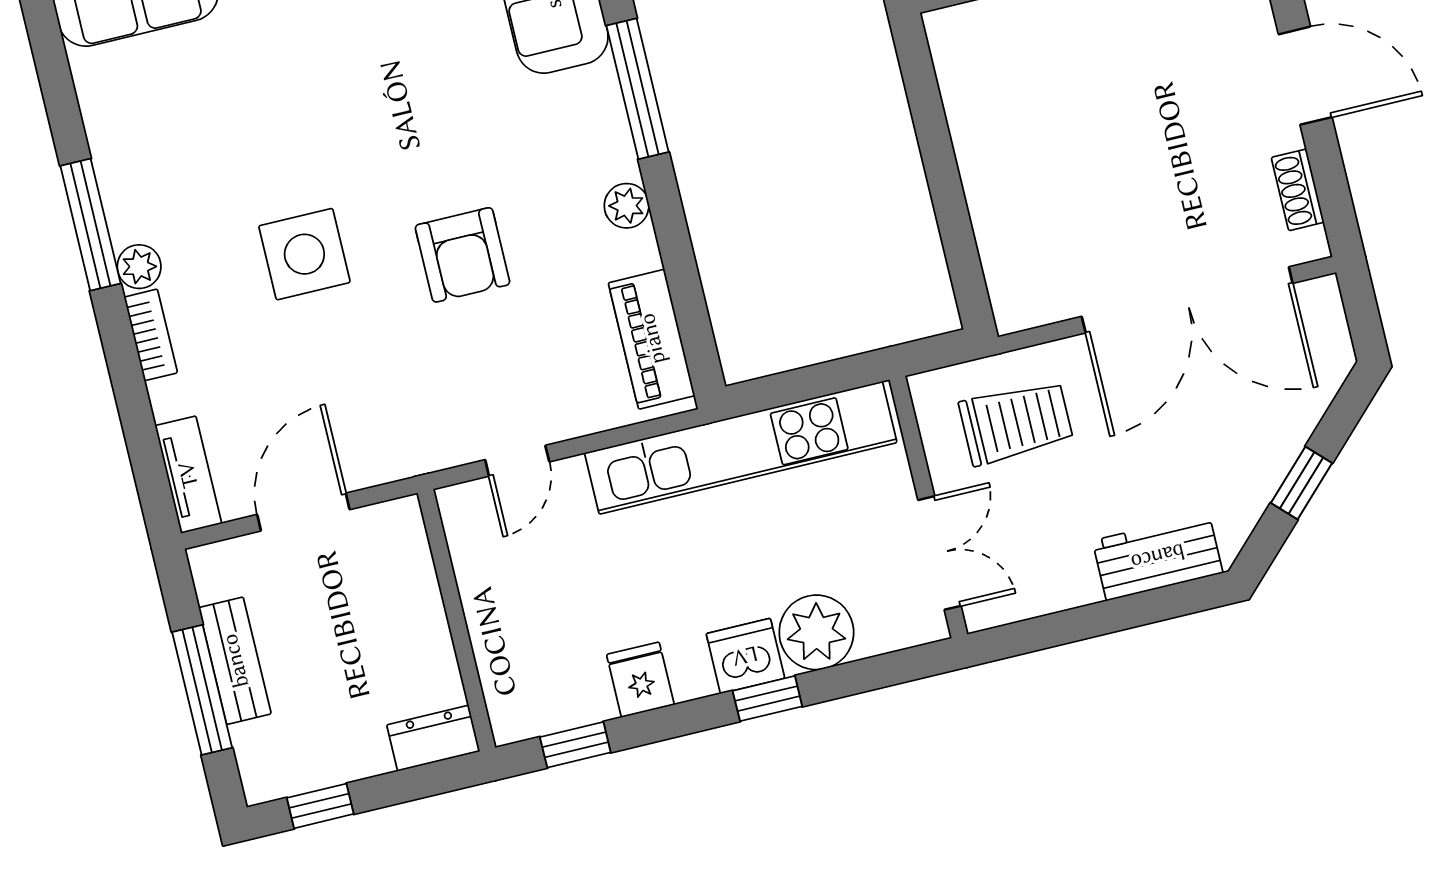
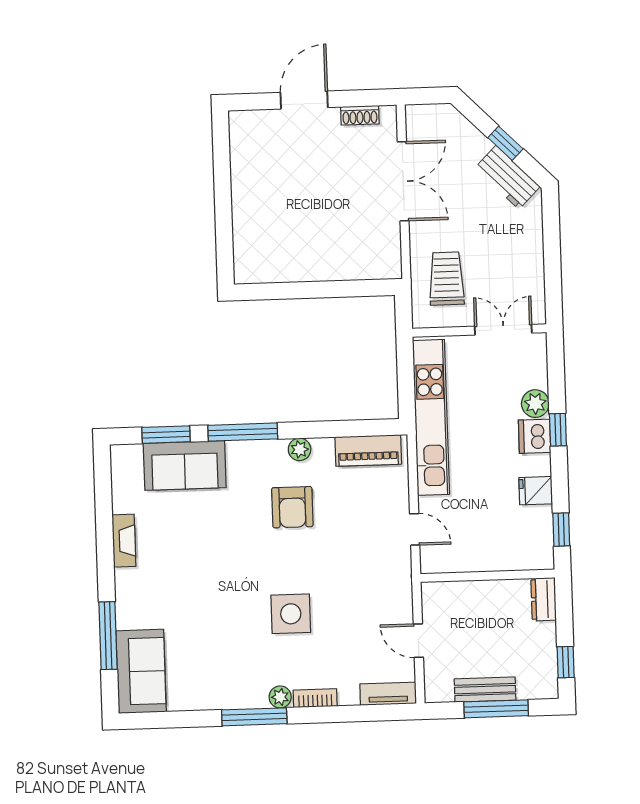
armchair: (463, 255) -> (292, 507), moved, turned 90
double door: (1187, 300) -> (403, 181), width x0.73
door: (303, 512) -> (418, 641), width x0.73
workbench: (1158, 557) -> (507, 177), moved, turned -45
plant: (816, 632) -> (535, 404), width x0.73, depth x0.73

